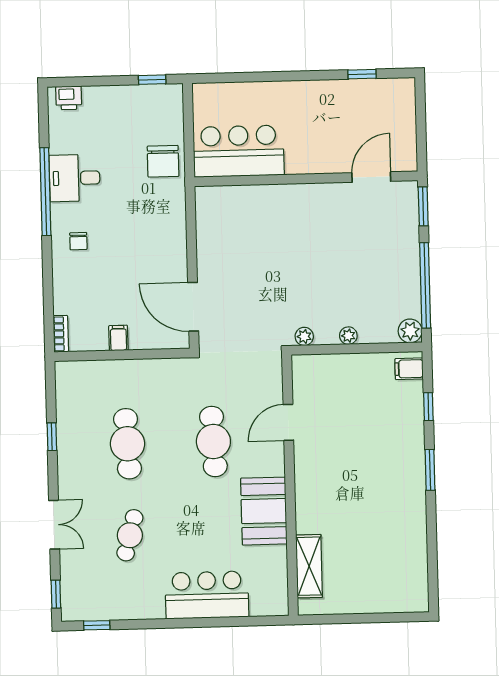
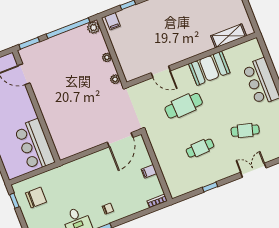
chair: (163, 161) -> (36, 198), moved
cafe table: (127, 444) -> (200, 148), width x0.73, depth x0.74

